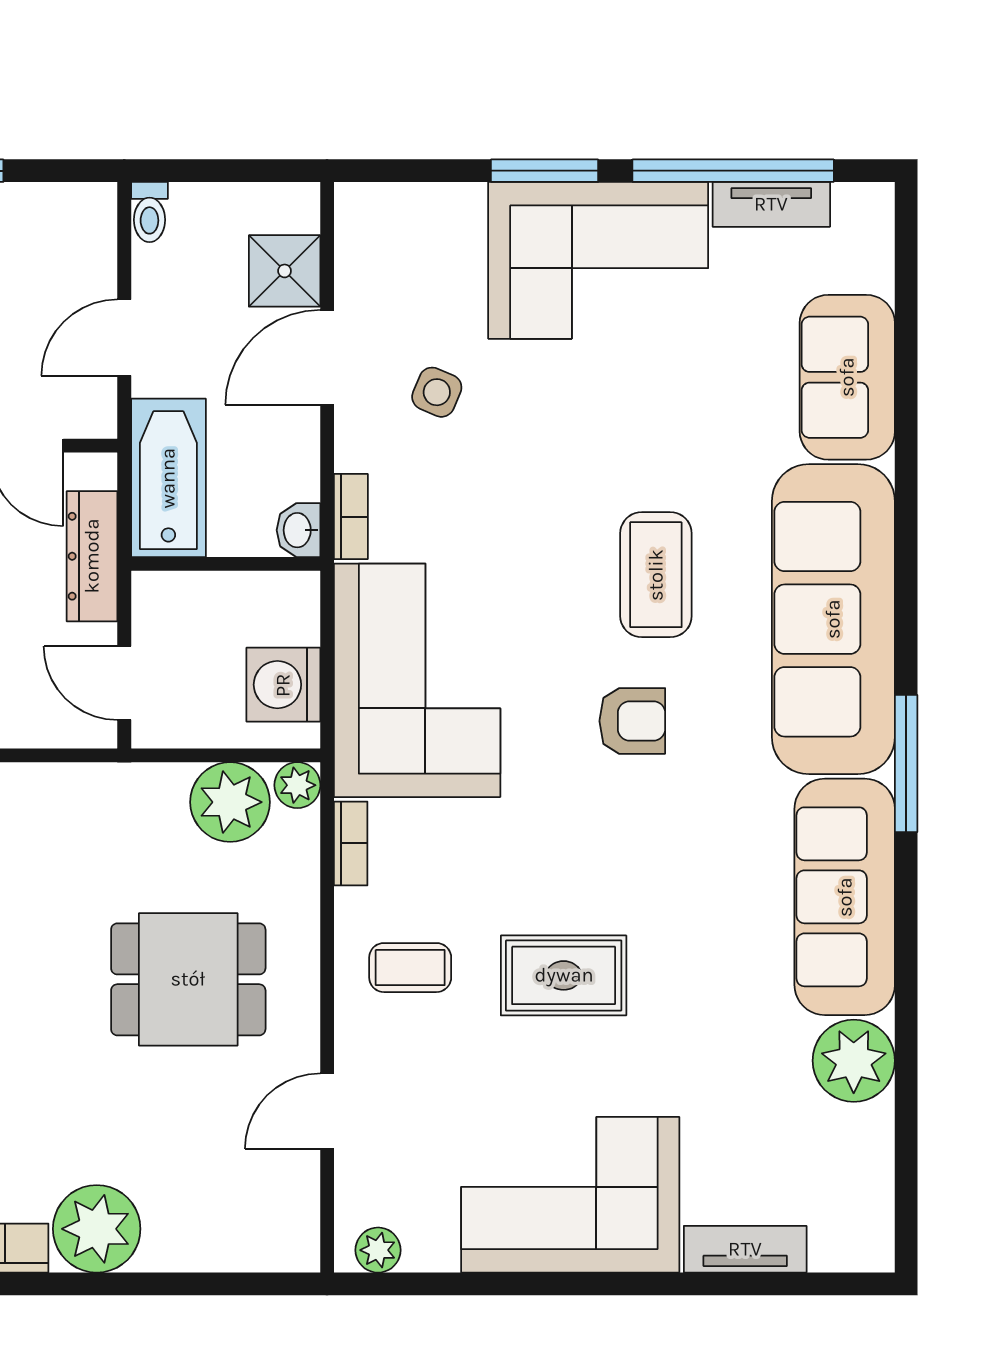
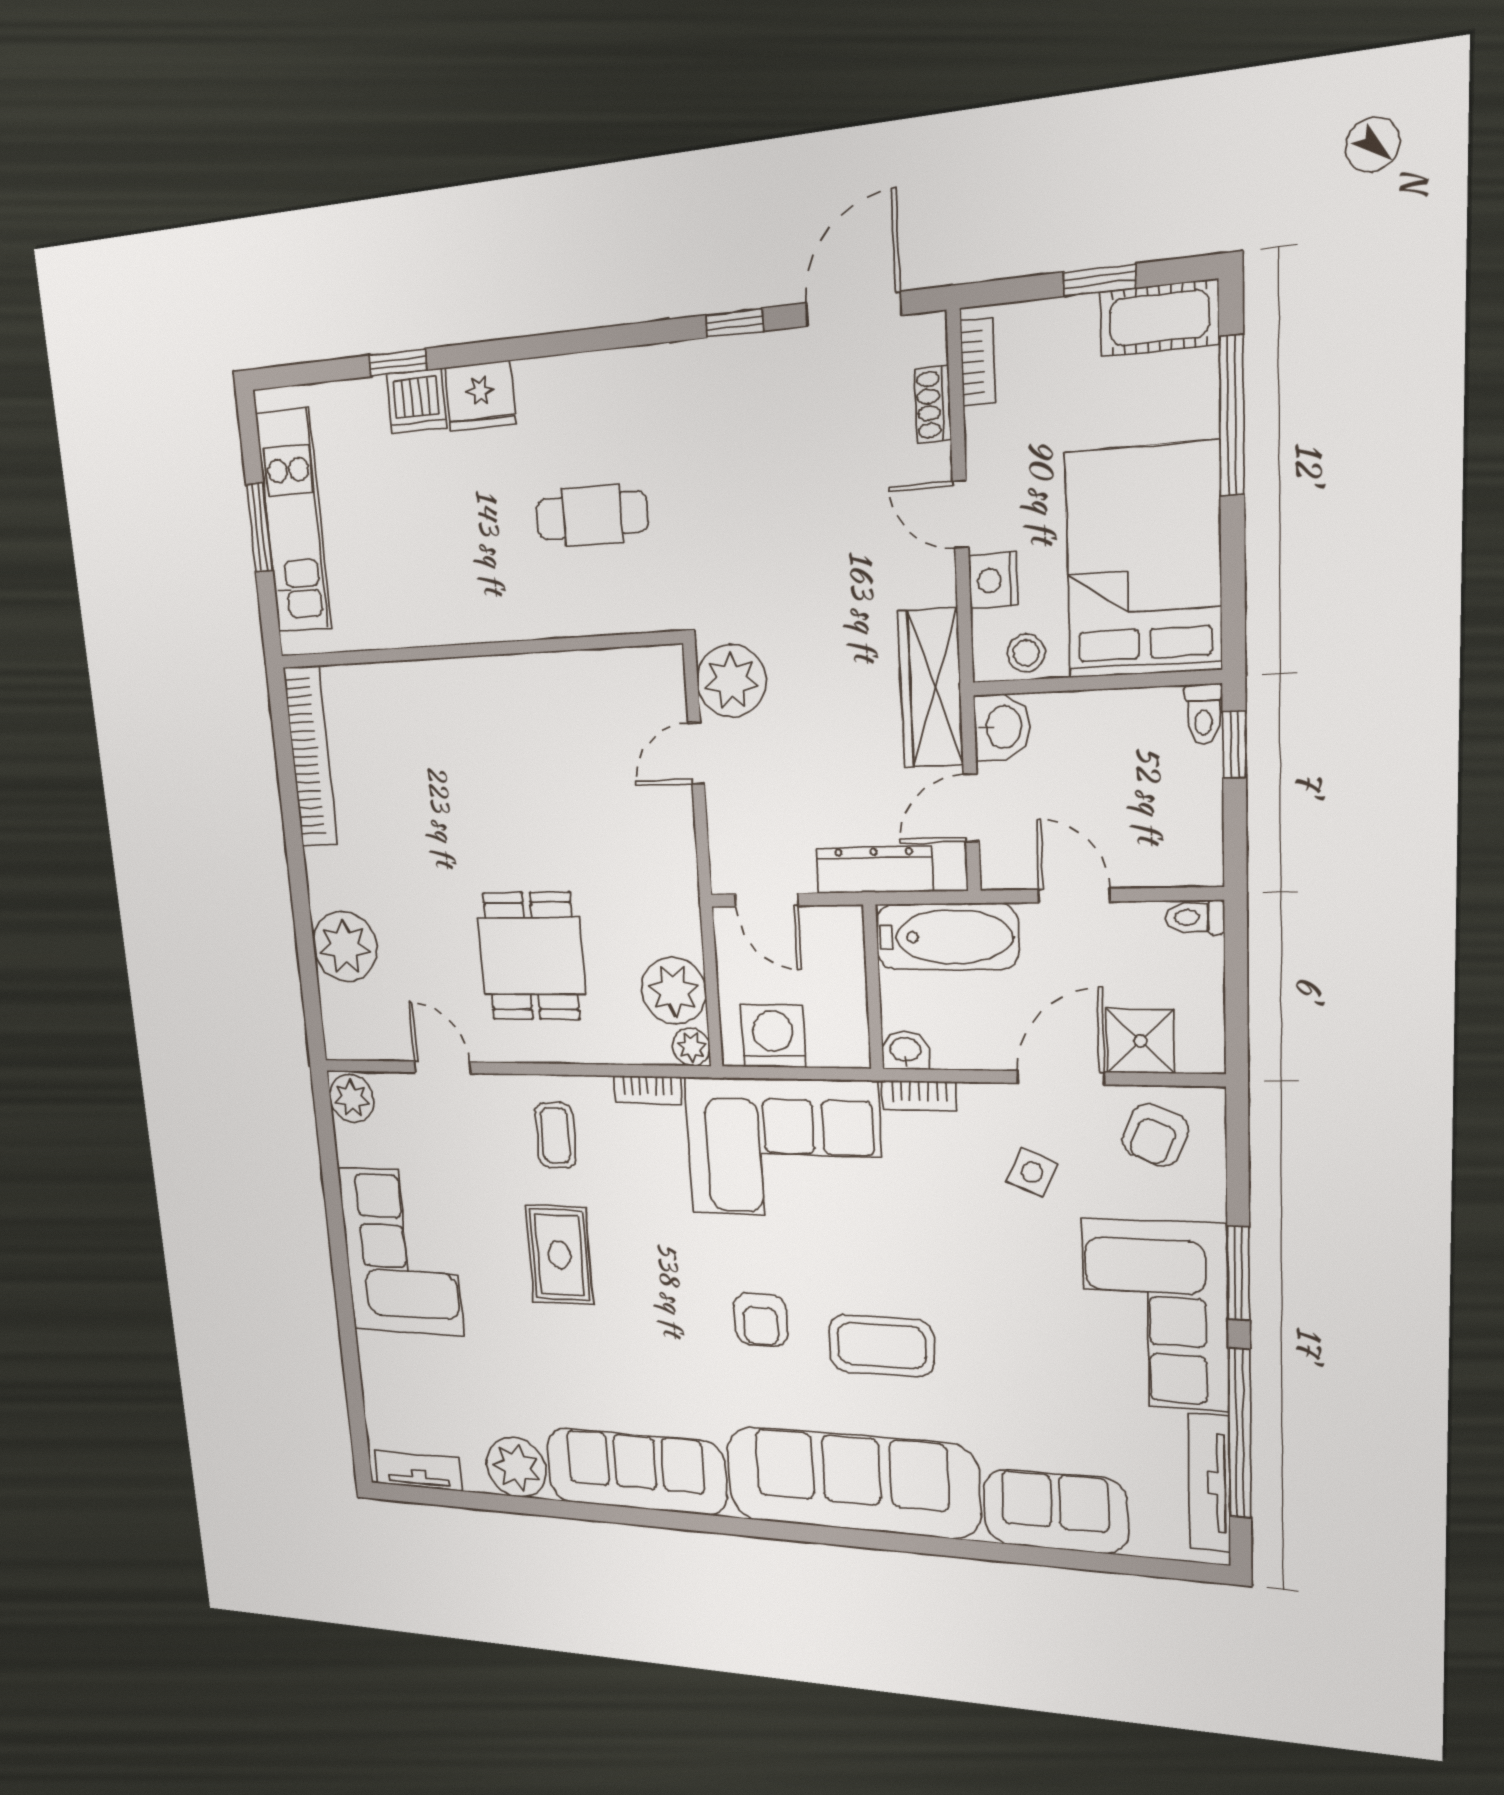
tv unit: (771, 204) -> (1209, 1483), width x1.41
armchair: (390, 257) -> (1155, 1135), added
door: (327, 357) -> (1061, 1078), hinge flipped
door: (124, 683) -> (766, 900), swing flipped
window: (906, 763) -> (741, 1527), removed
plant: (97, 1229) -> (345, 946), moved
tv unit: (745, 1249) -> (418, 1471), moved, turned -90
plant: (378, 1250) -> (352, 1098), width x1.38, depth x1.38

